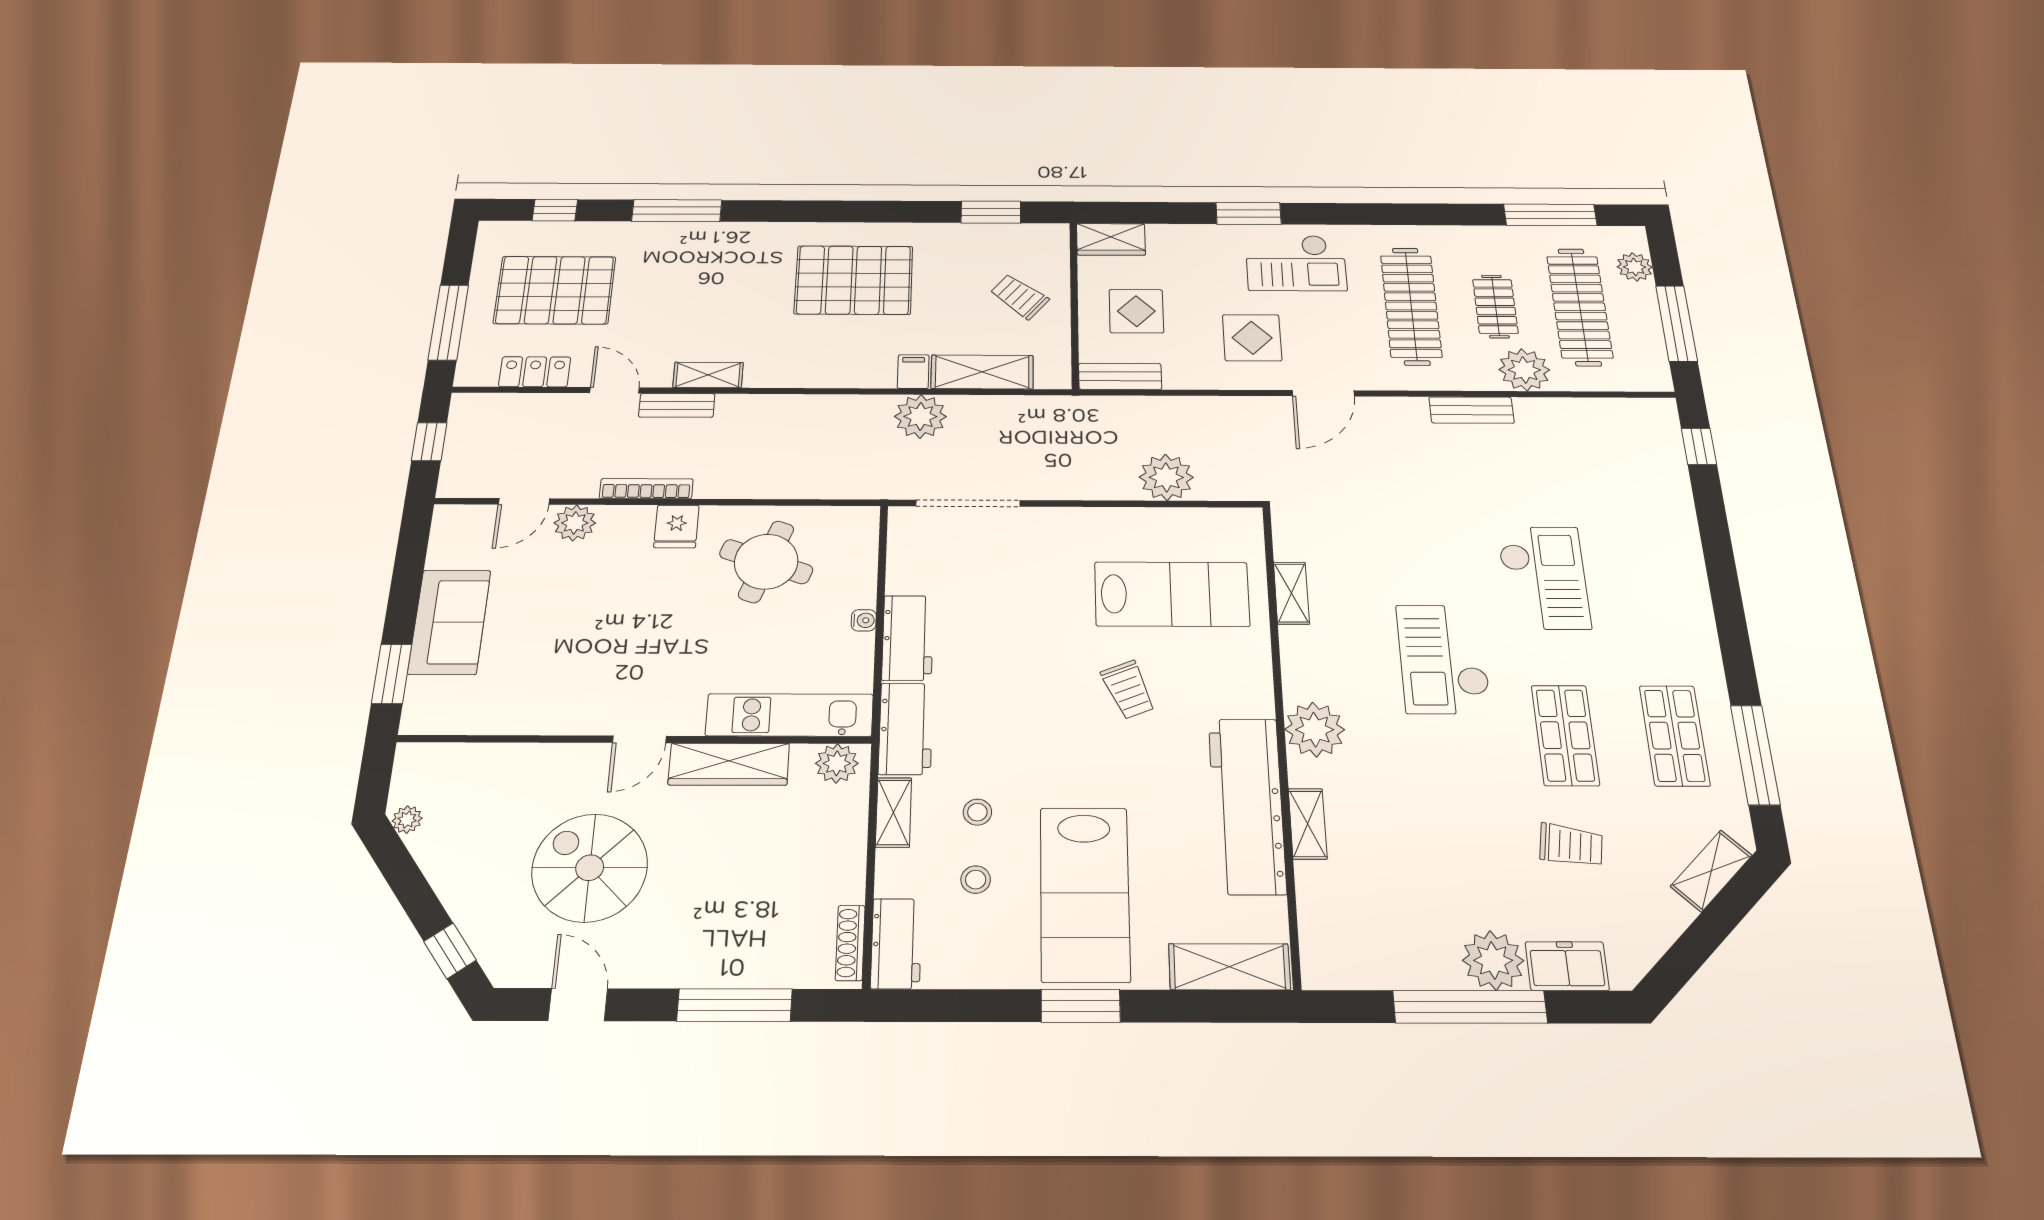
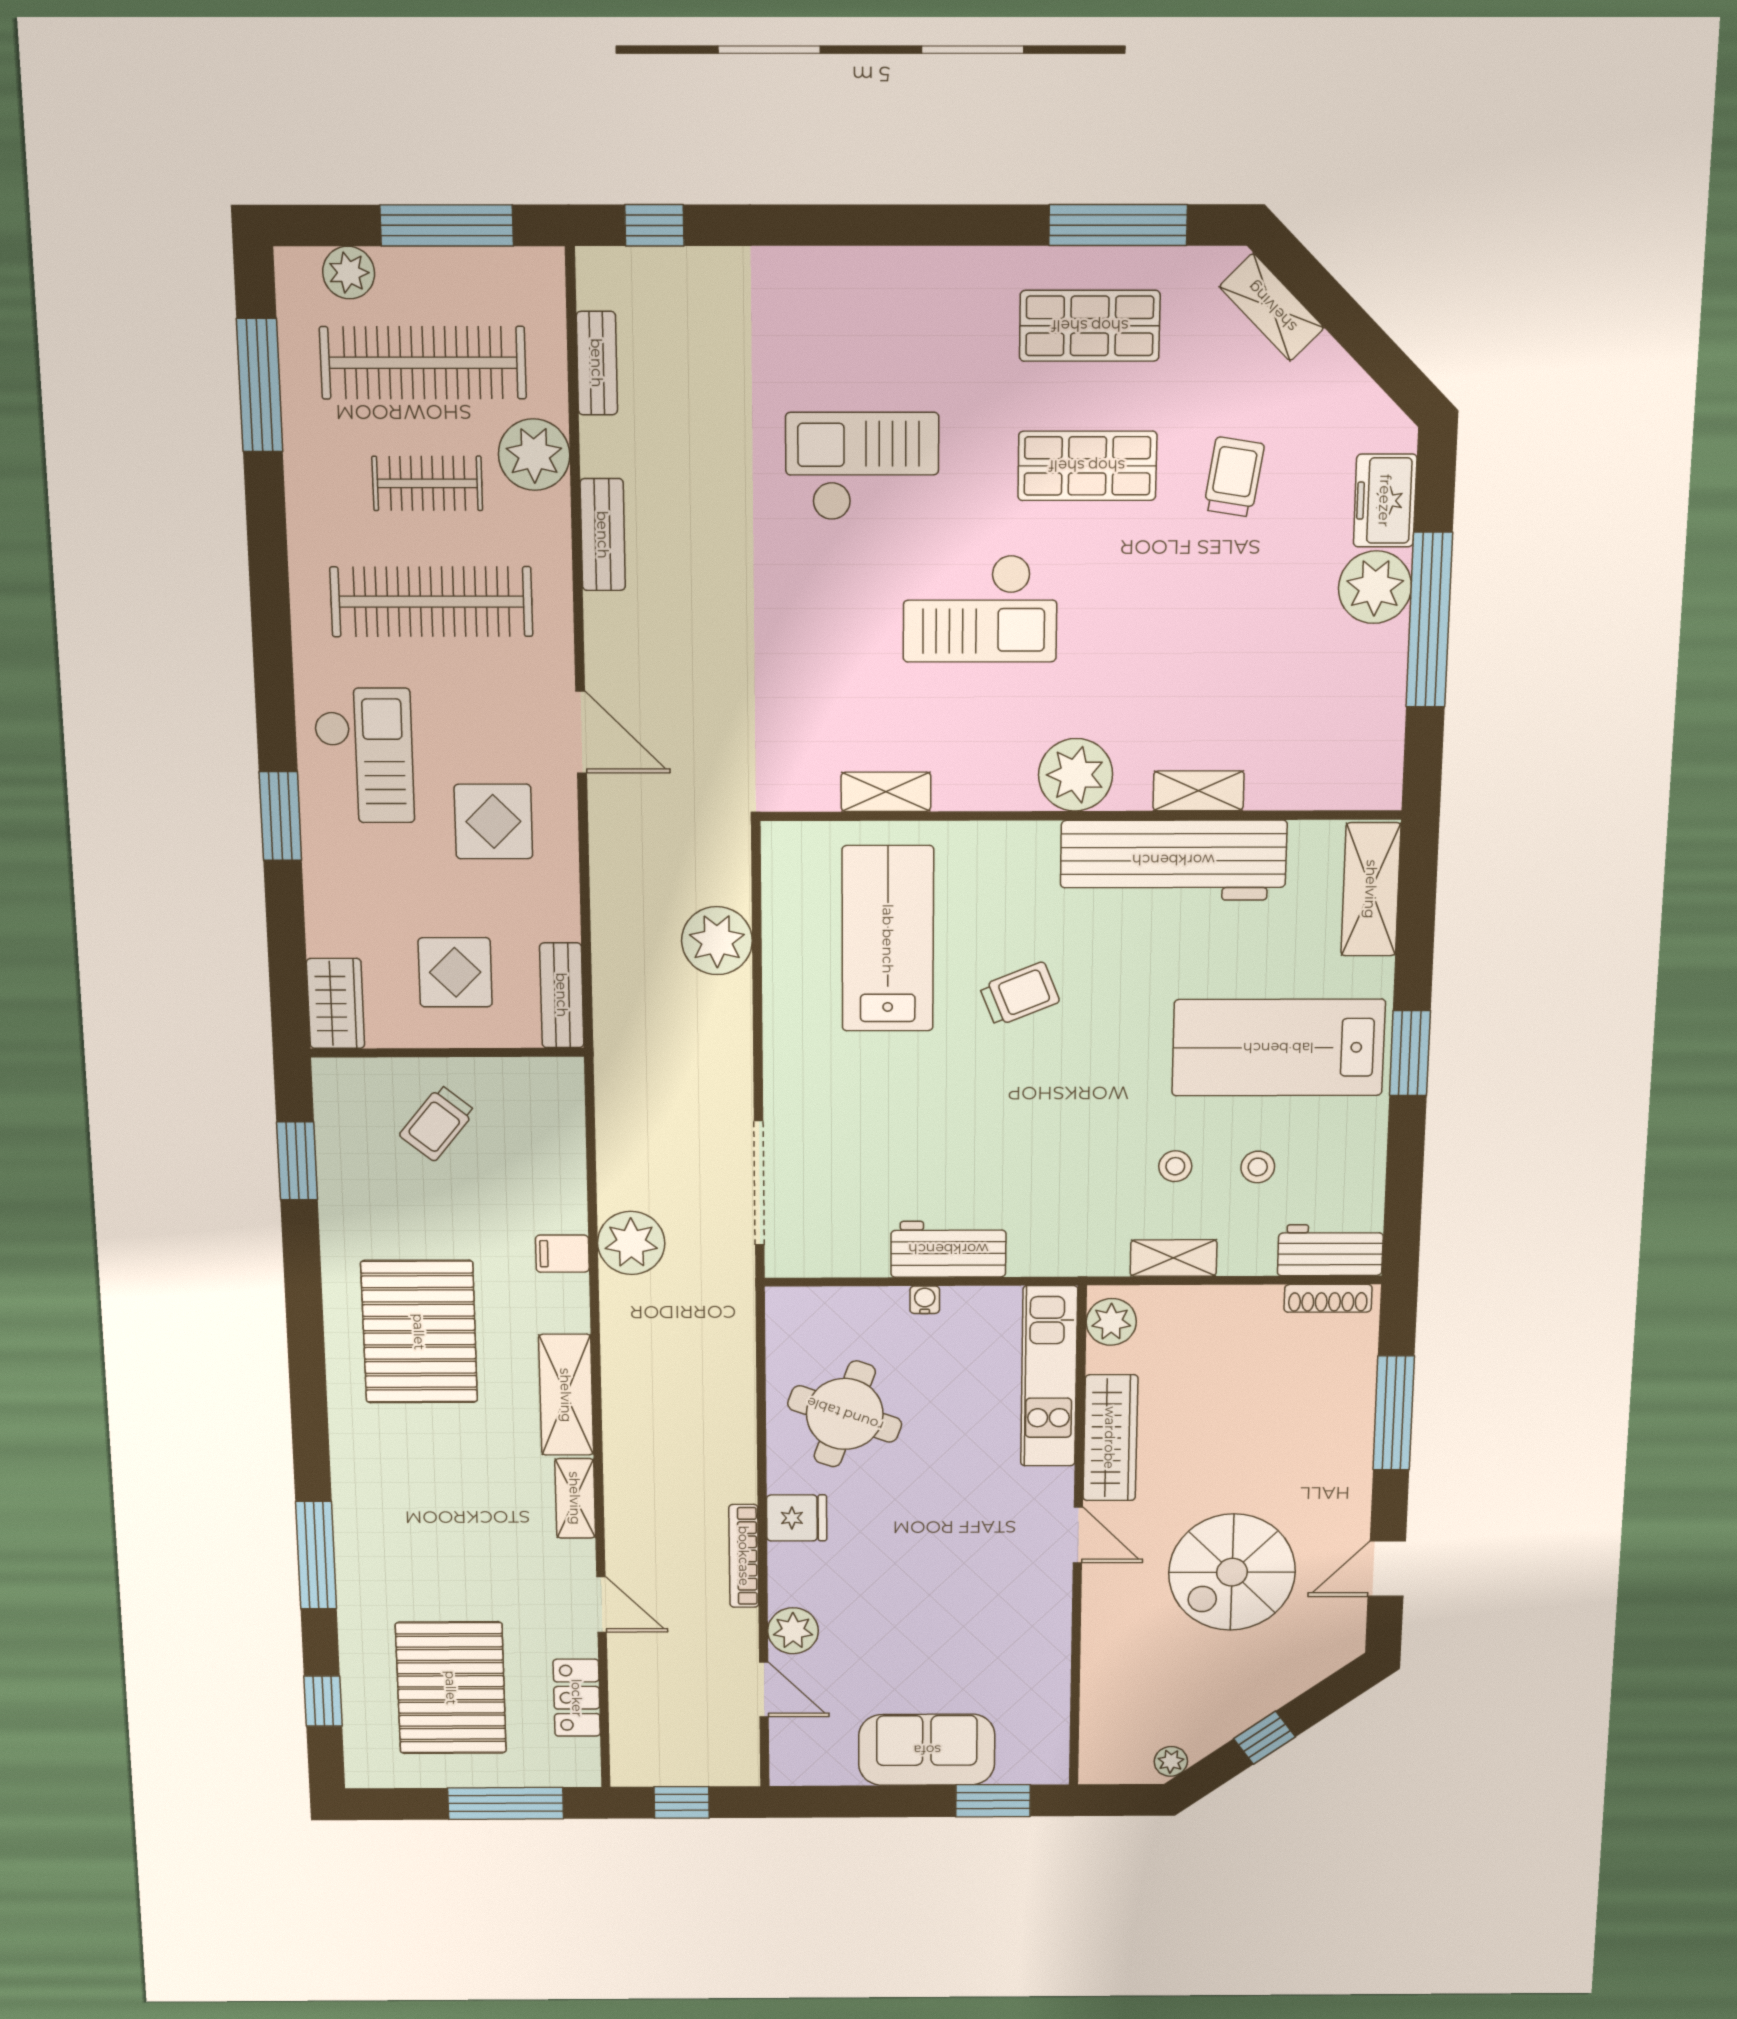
shelving: (982, 372) -> (566, 1395), moved
door: (615, 390) -> (602, 1604), swing flipped
bench: (677, 405) -> (597, 363), moved
workbench: (906, 729) -> (1068, 1248), removed
lab bench: (1085, 894) -> (1278, 1048), turned 180
window: (450, 951) -> (1264, 1738), moved

